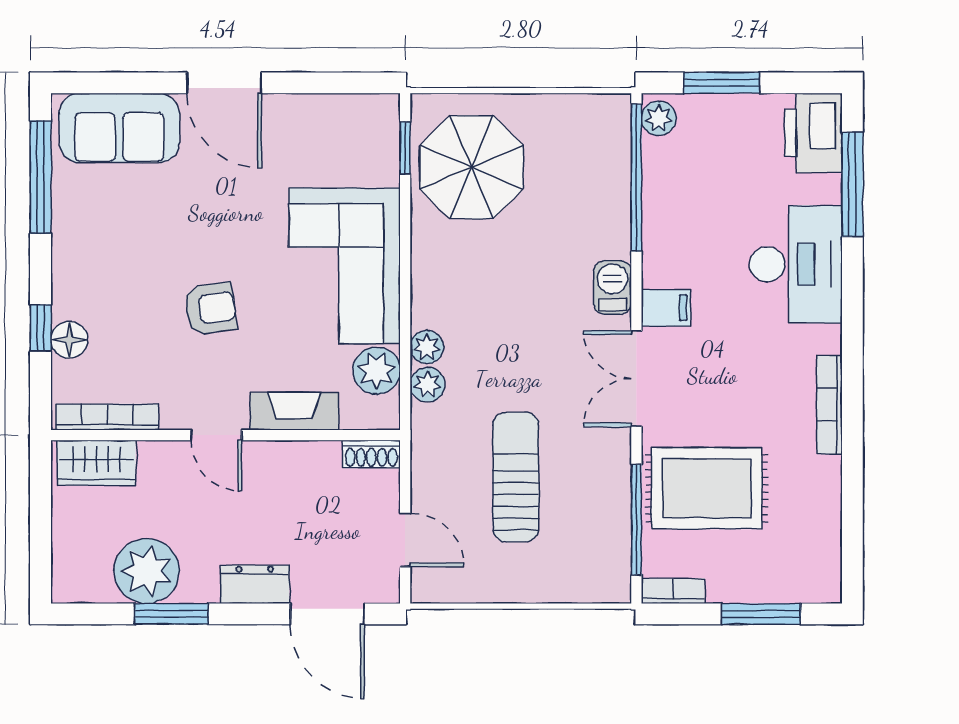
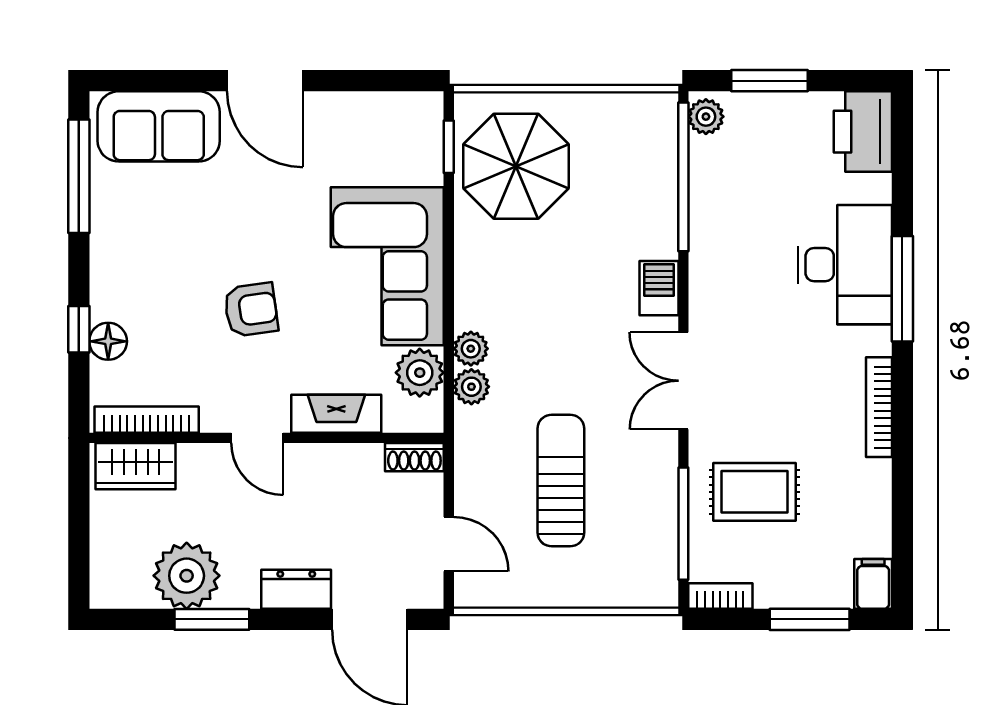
window: (852, 184) -> (902, 289), moved
filing cabinet: (666, 308) -> (873, 584), moved, turned -90
rug: (707, 488) -> (755, 492), width x0.73, depth x0.70

